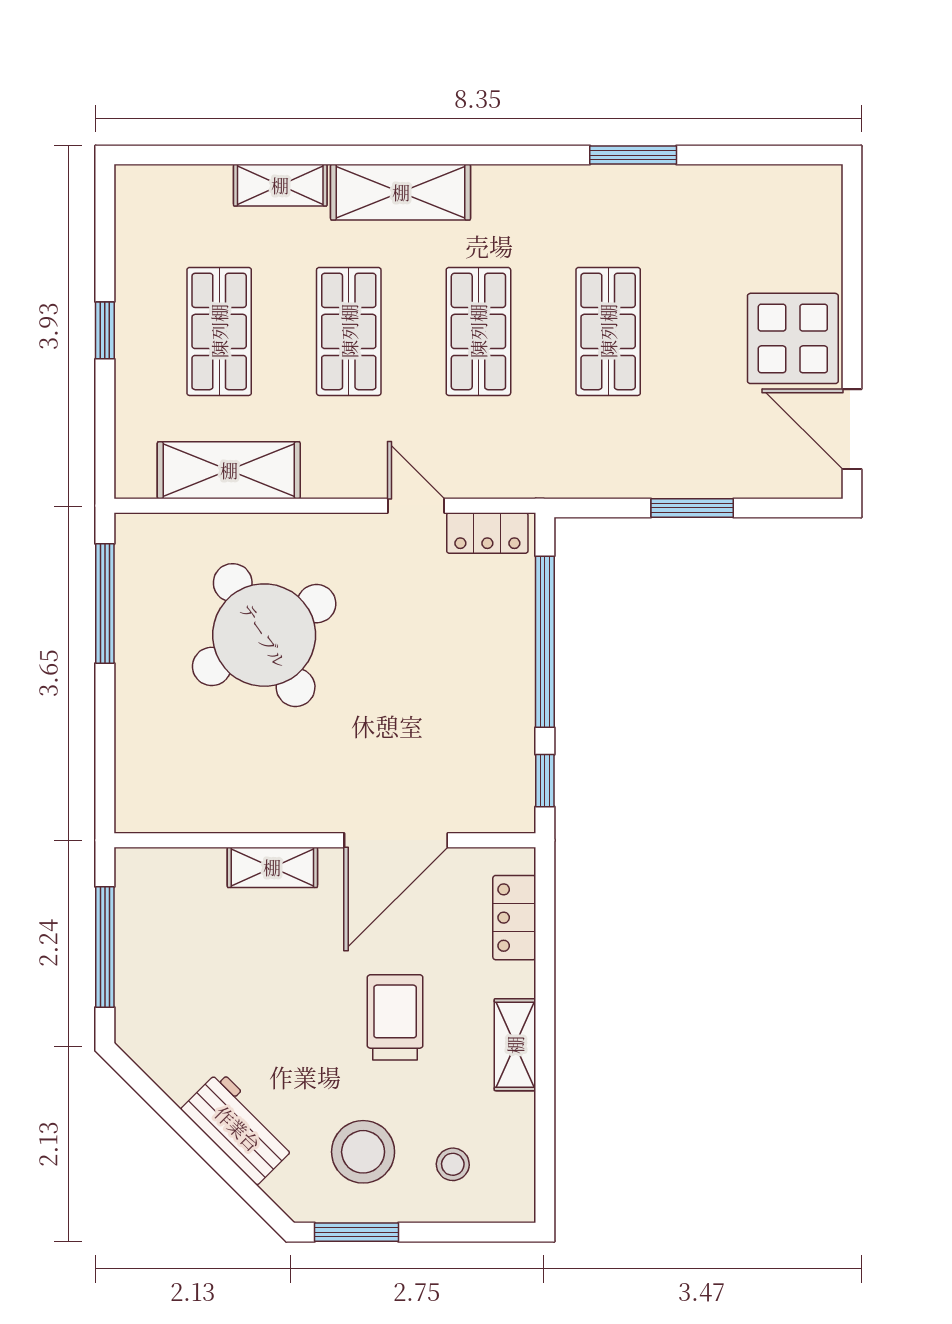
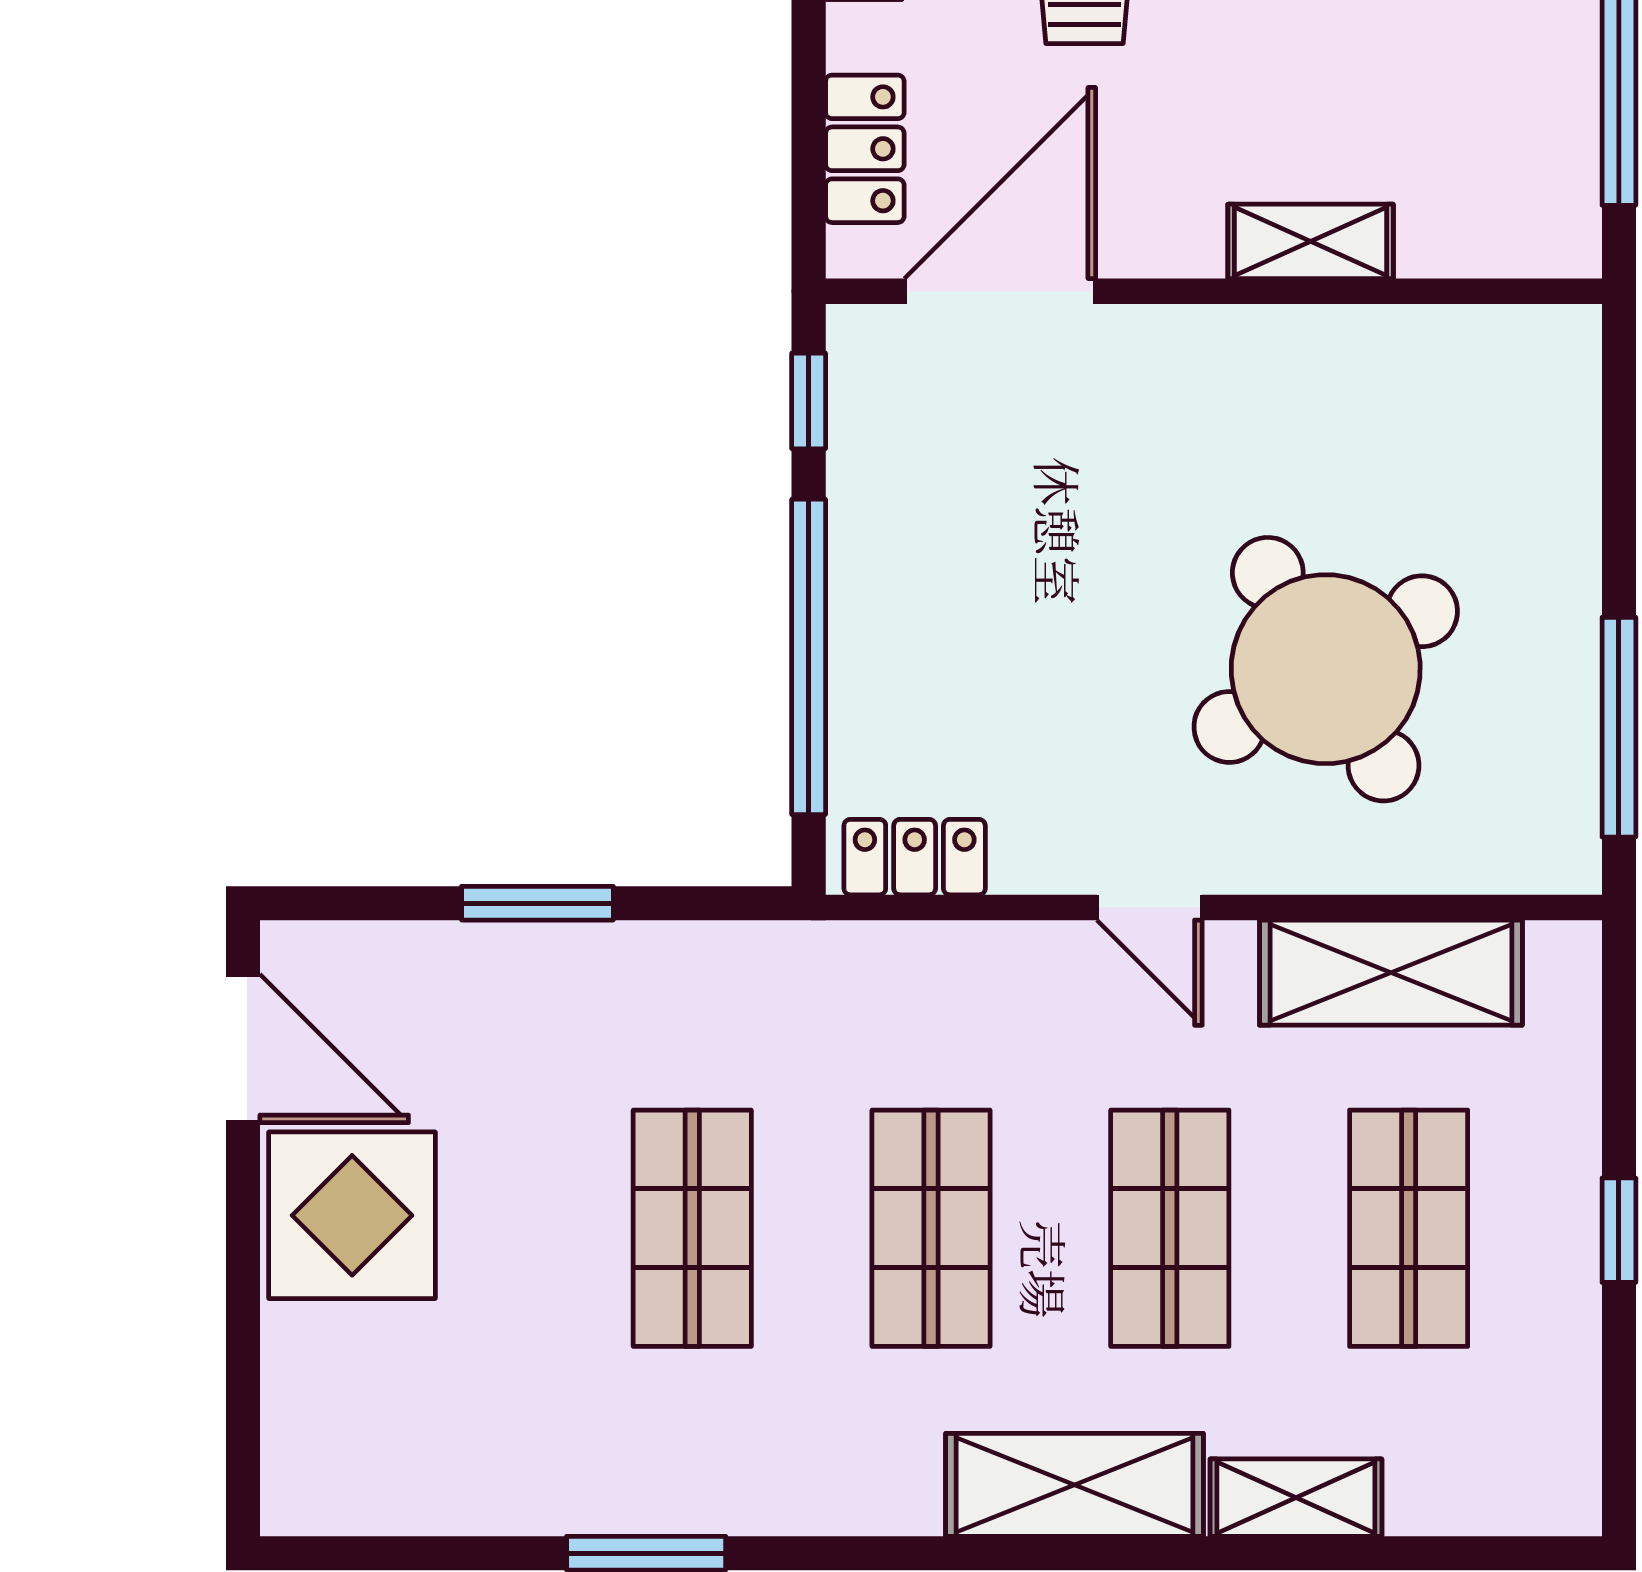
door: (416, 506) -> (1150, 907), moved
door: (396, 840) -> (1000, 291), moved

